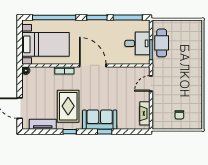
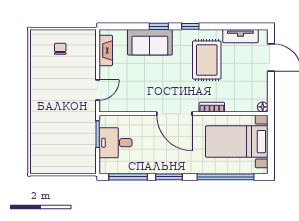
cafe table: (162, 43) -> (84, 143), removed
sofa: (100, 120) -> (150, 42), moved
window: (70, 132) -> (190, 26), moved

